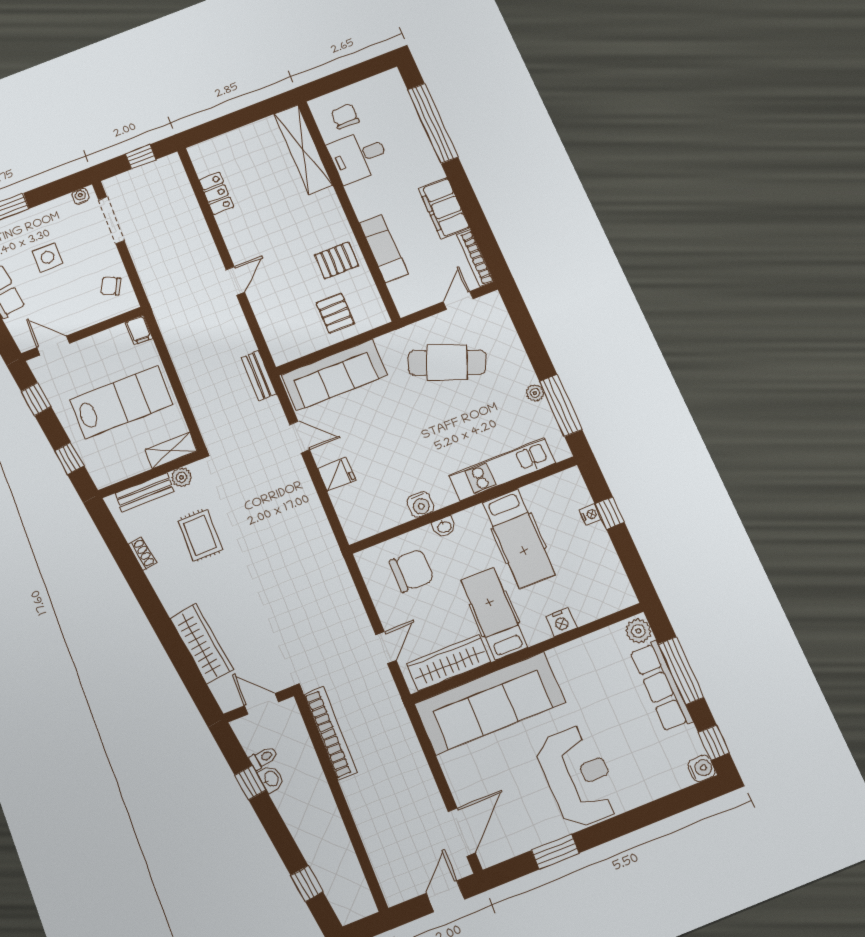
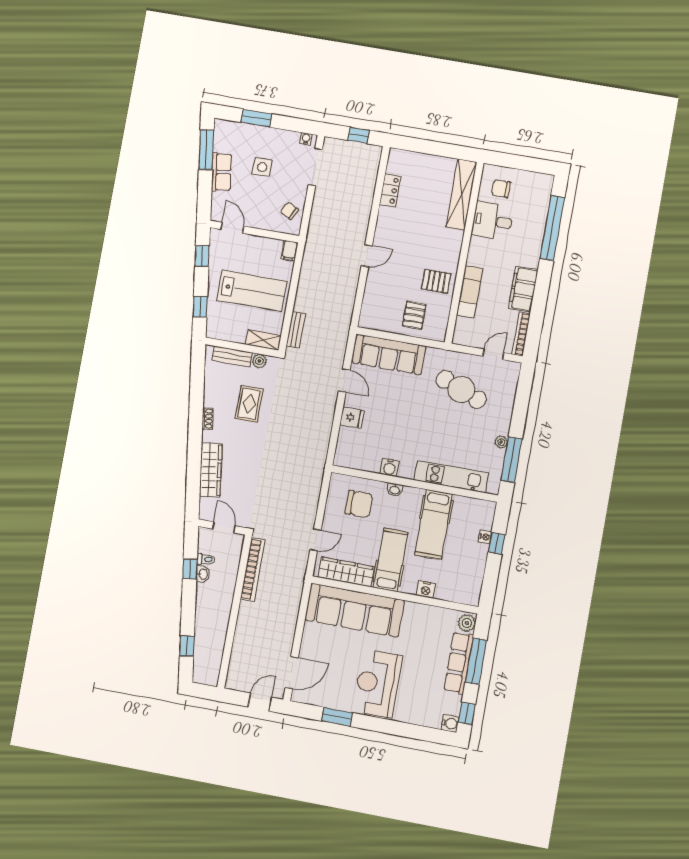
chair: (345, 116) -> (501, 189), turned -90
bench: (259, 376) -> (296, 330), moved
shoe rack: (142, 554) -> (208, 419), moved
reception desk: (578, 776) -> (377, 683), turned 180

